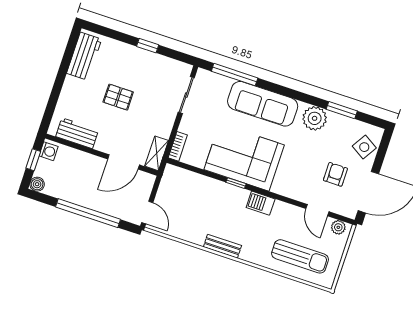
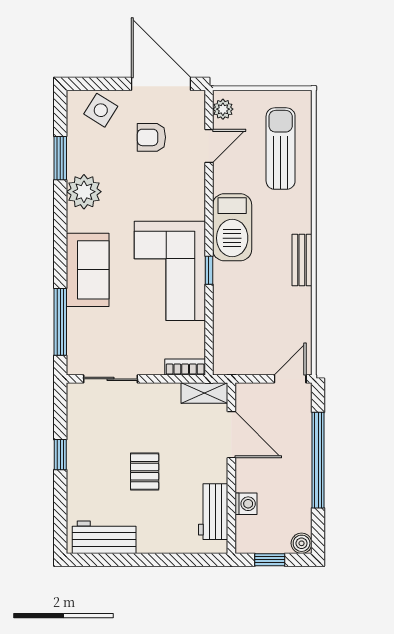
sofa: (263, 104) -> (88, 270), width x0.73
washing machine: (49, 151) -> (246, 504), moved, turned 90
barbecue: (261, 203) -> (232, 227), width x1.88, depth x1.53

